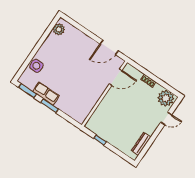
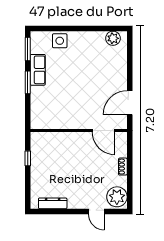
door: (109, 47) -> (130, 103), hinge flipped

